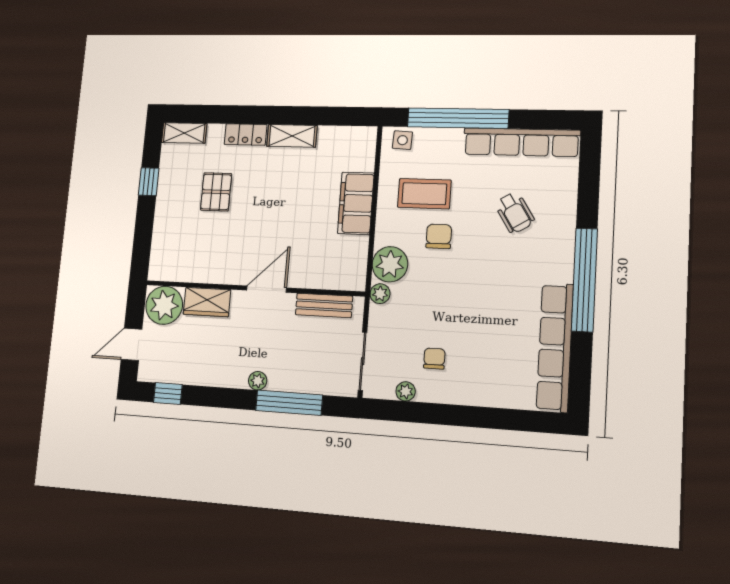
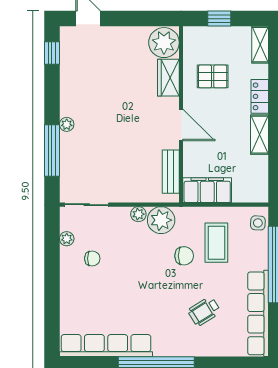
wall: (254, 288) -> (181, 114), moved
door: (267, 289) -> (181, 125), moved
wardrobe: (207, 302) -> (168, 78), moved
plant: (164, 305) -> (164, 43), moved
bench: (324, 305) -> (171, 172), moved

